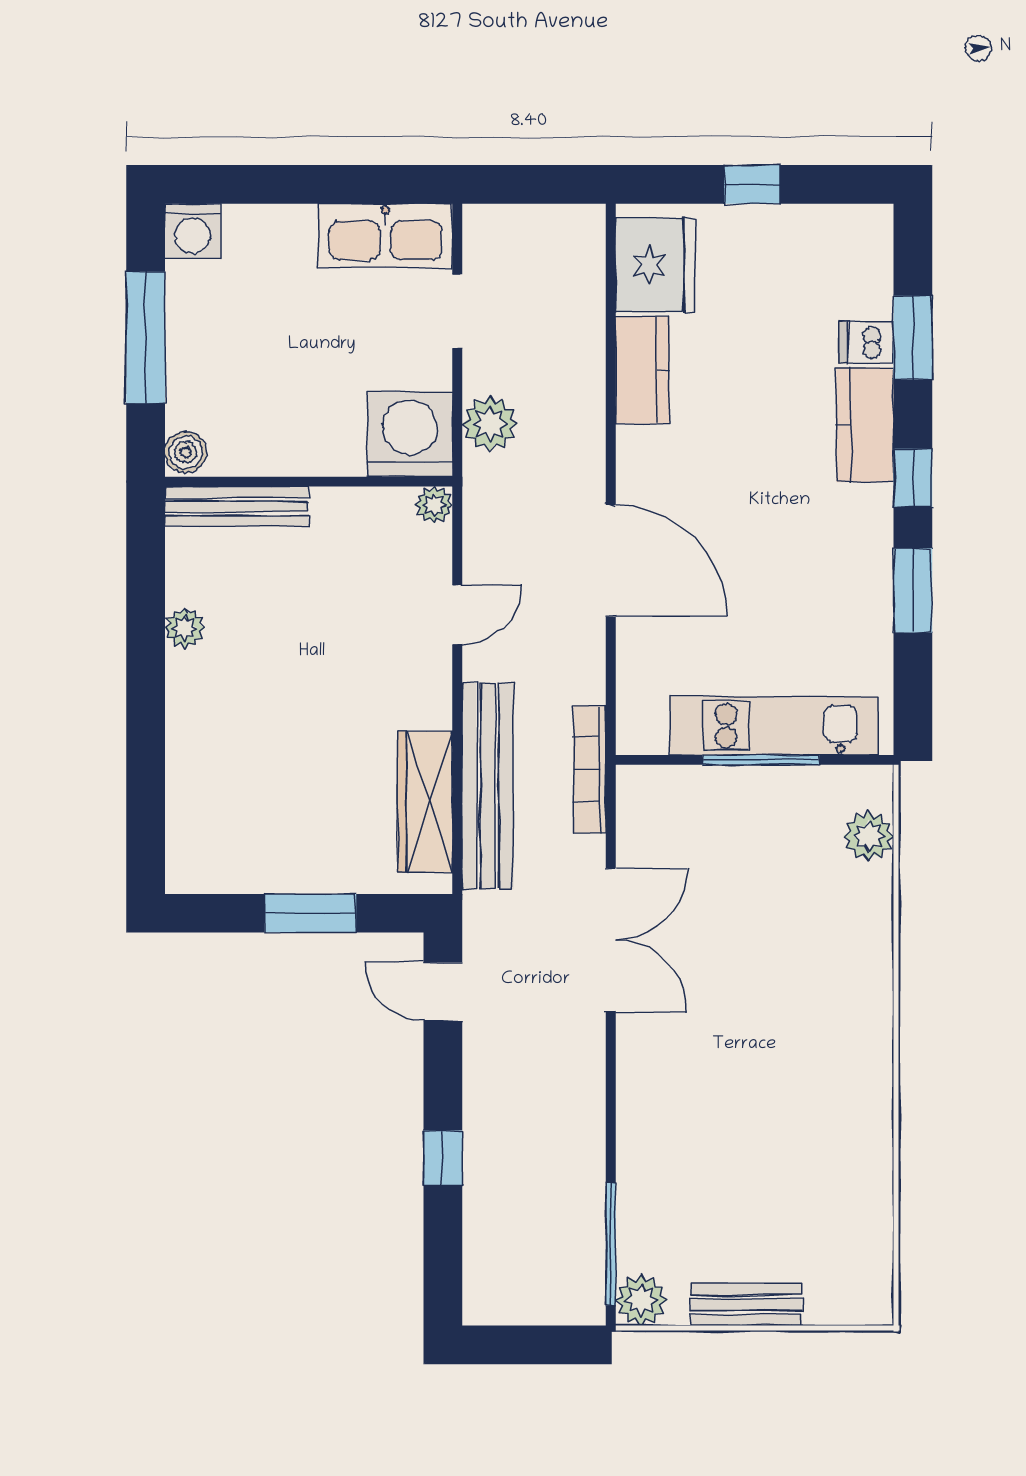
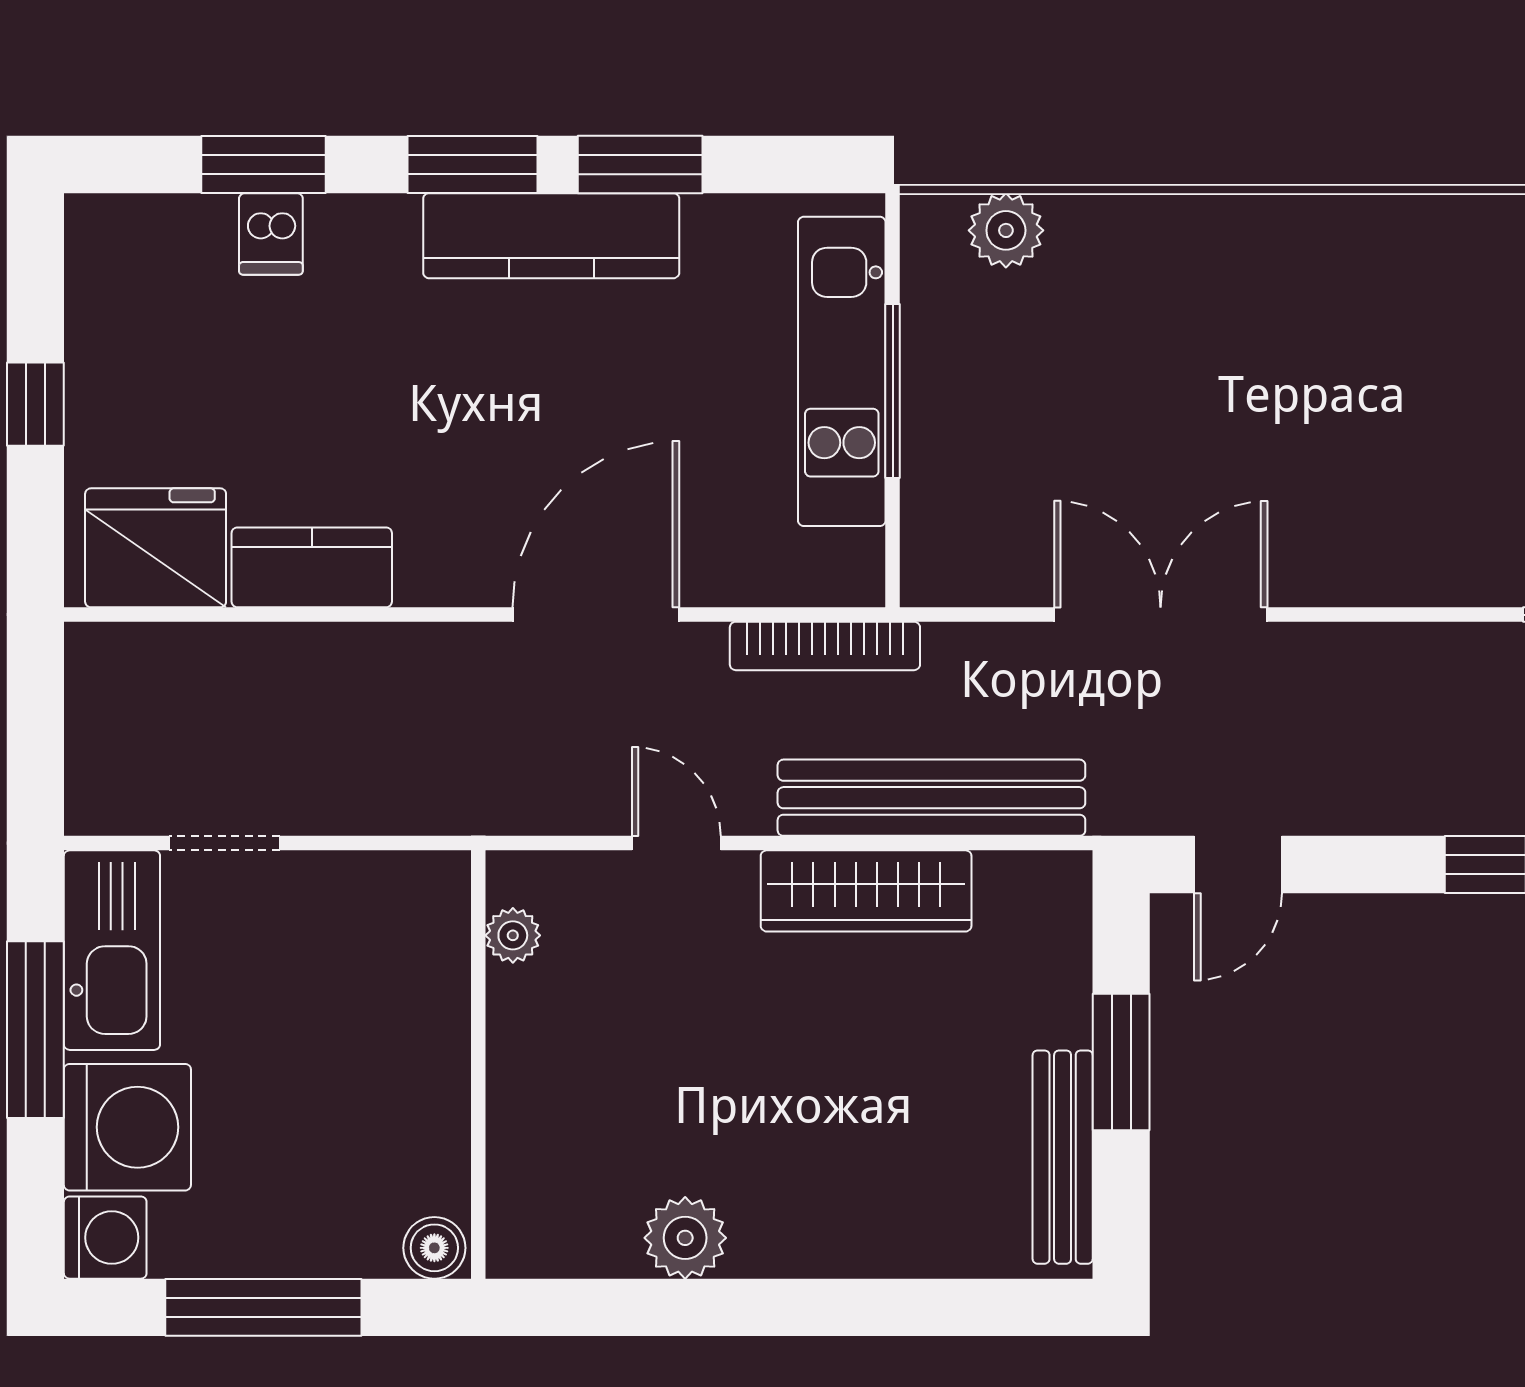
window: (332, 184) -> (35, 1030), added
plant: (490, 424) -> (392, 795), removed
kitchen counter: (865, 425) -> (551, 236), moved, width x1.50
washing machine: (410, 434) -> (127, 1127), moved, turned 180
window: (913, 478) -> (472, 165), width x1.50
plant: (434, 505) -> (513, 935), moved
bench: (236, 507) -> (1063, 1157), moved
plant: (185, 628) -> (685, 1238), width x1.38, depth x1.38
bookcase: (590, 769) -> (825, 646), moved
wardrobe: (425, 802) -> (866, 891), moved

